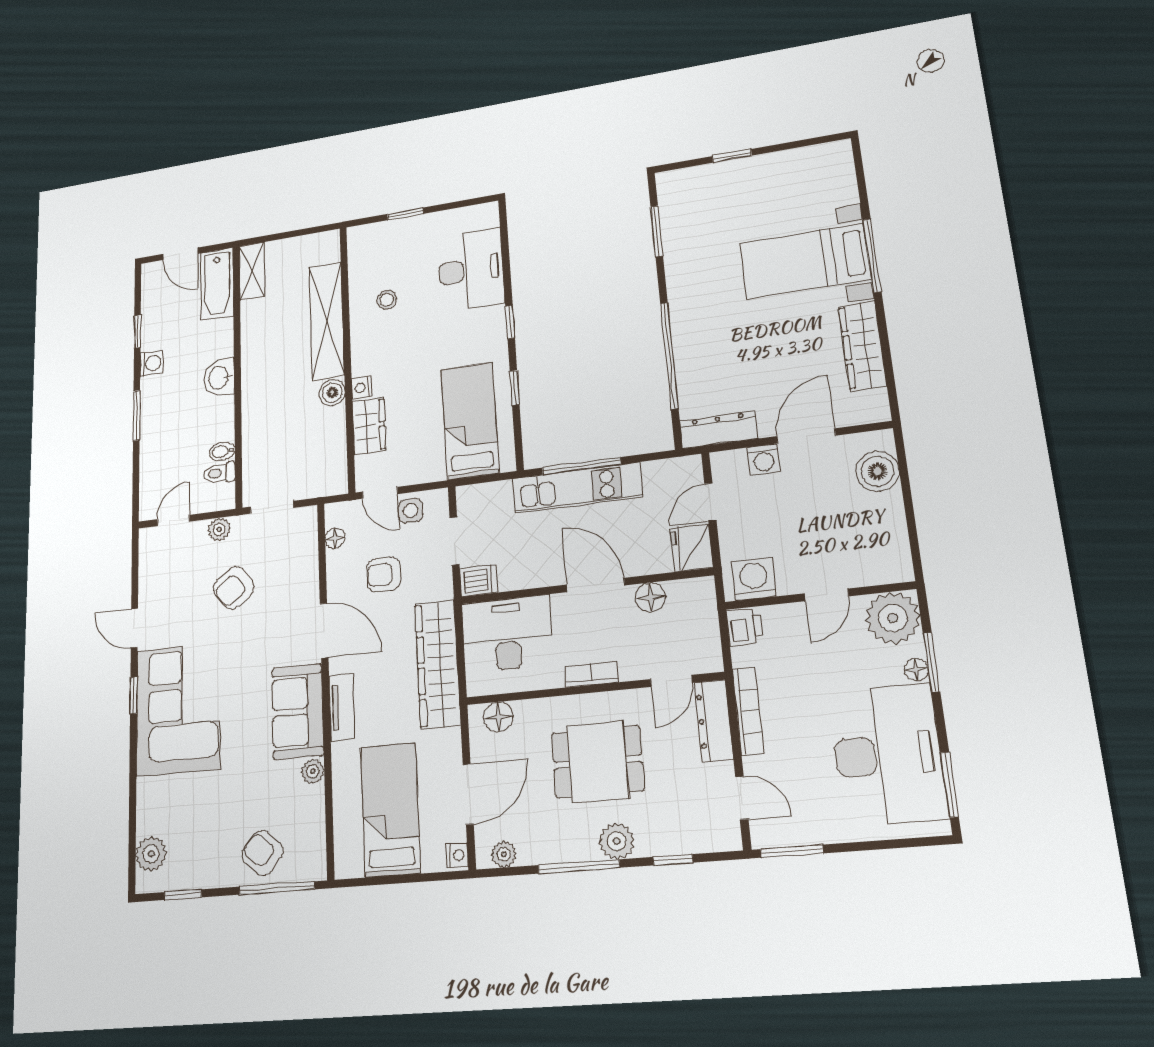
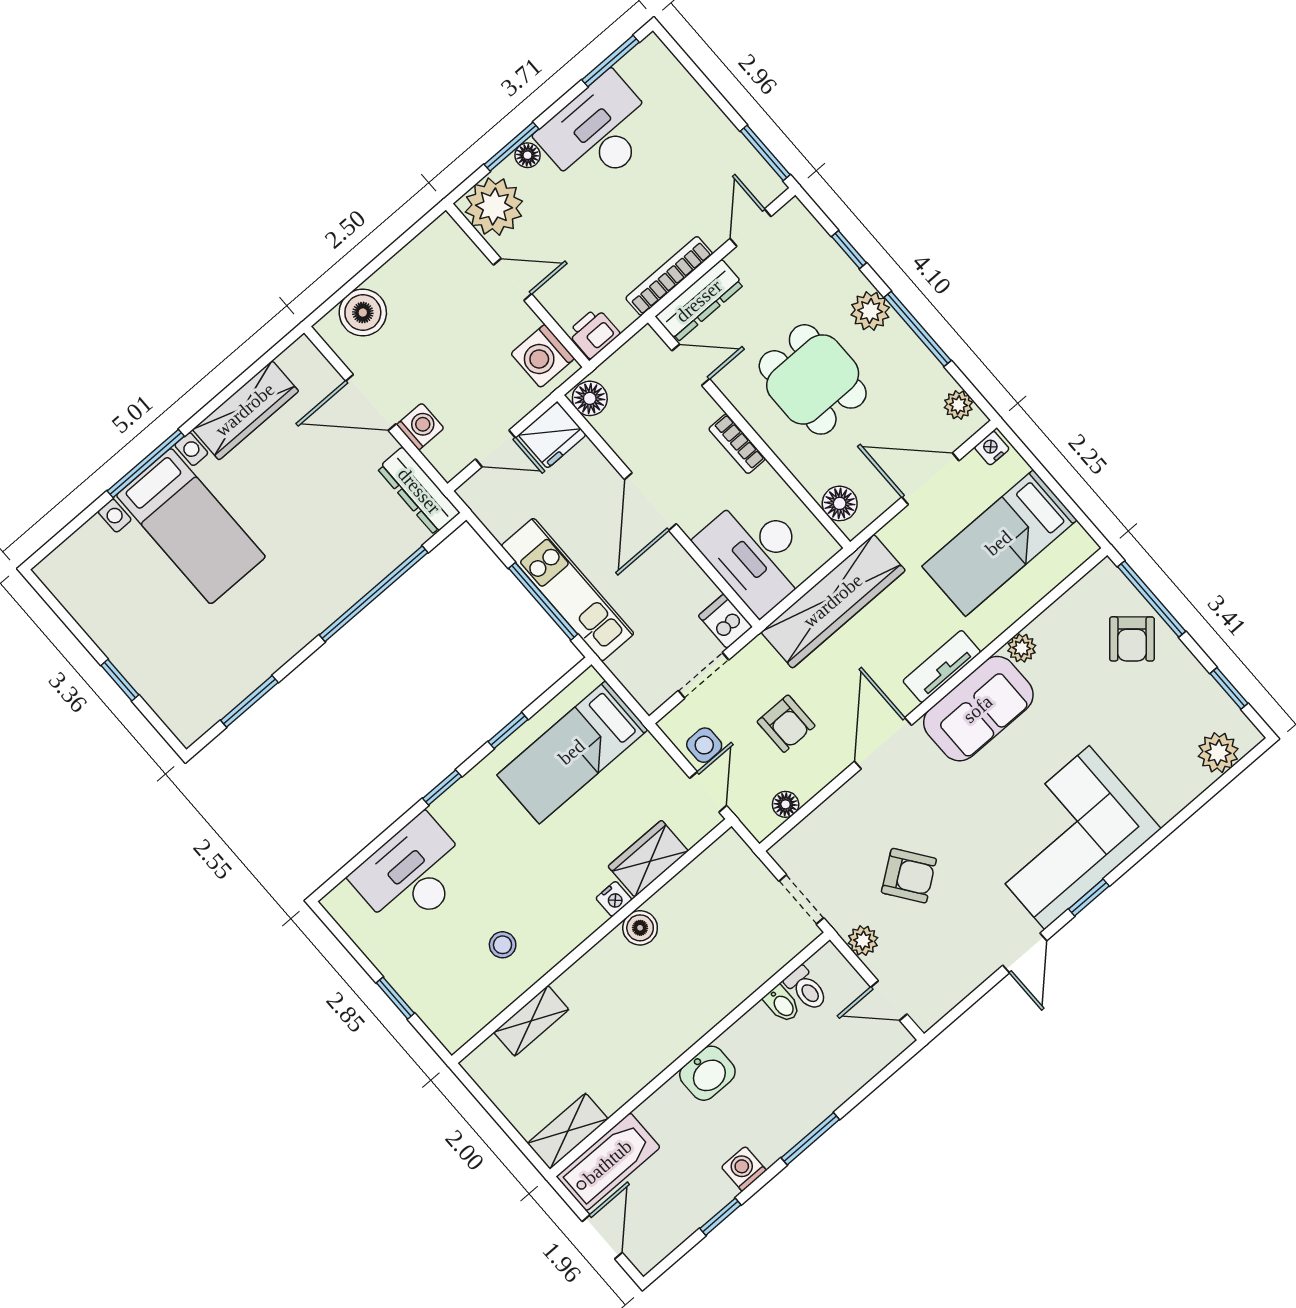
shelving: (327, 321) -> (531, 1021), width x0.45, depth x0.75
floor lamp: (650, 597) -> (590, 398), moved
desk: (888, 754) -> (598, 132), width x0.73, depth x0.77

